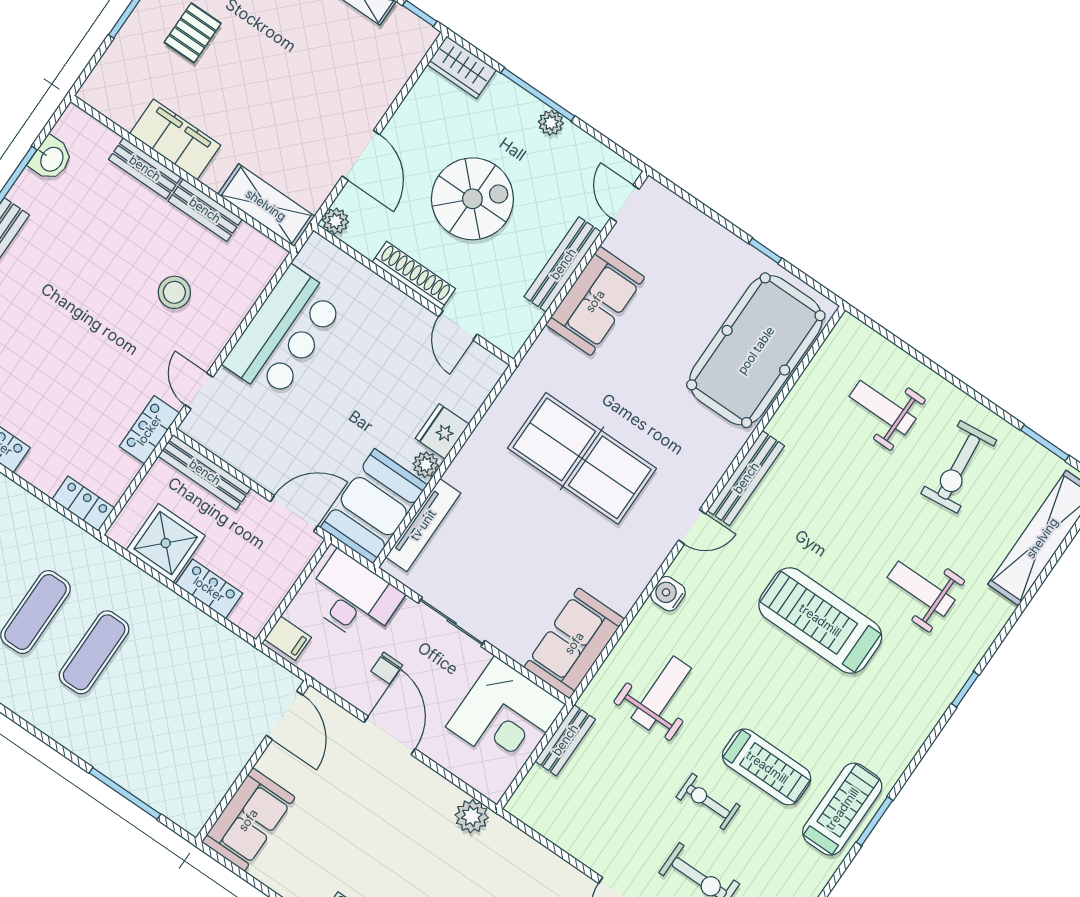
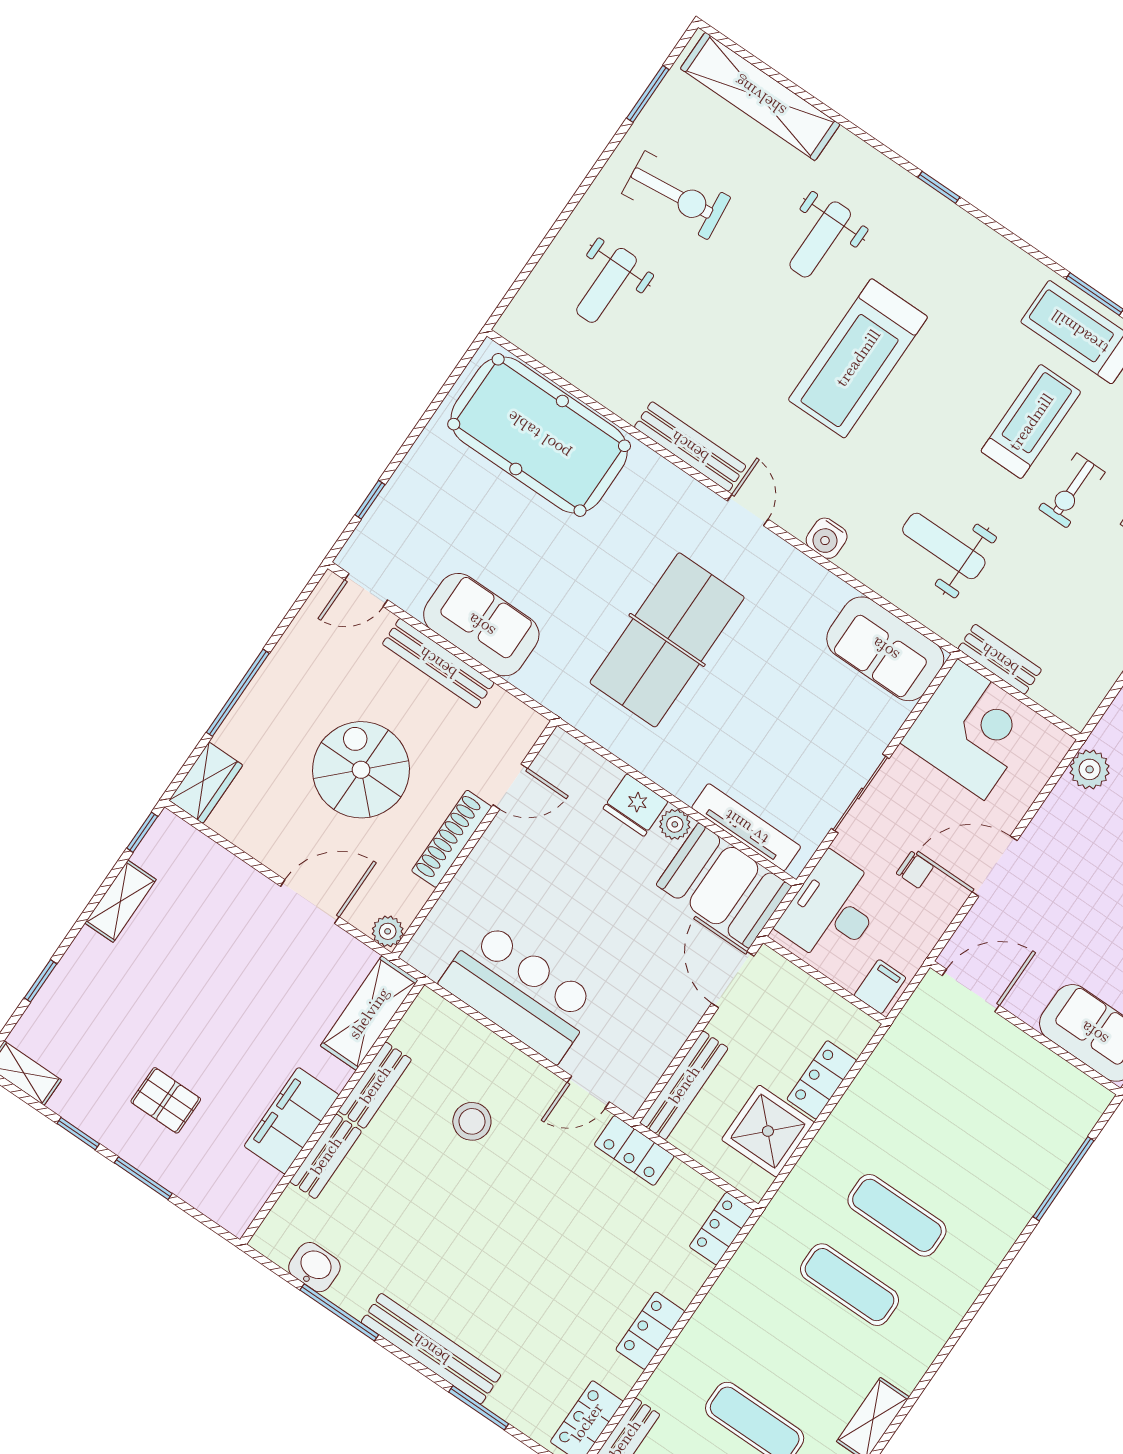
plant: (551, 123) -> (271, 677), removed
window: (765, 251) -> (370, 500), moved

